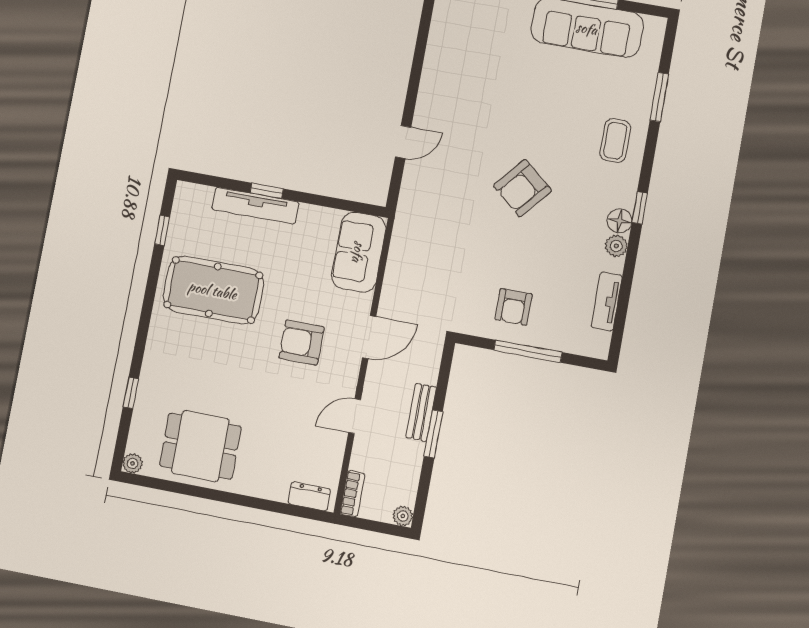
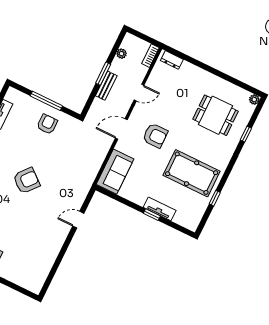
tv unit: (255, 206) -> (160, 209), width x0.71
window: (162, 230) -> (215, 198), moved
dining table: (200, 446) -> (215, 115), moved
plant: (403, 516) -> (122, 54), moved

